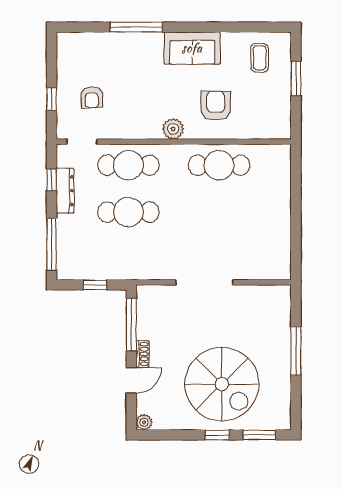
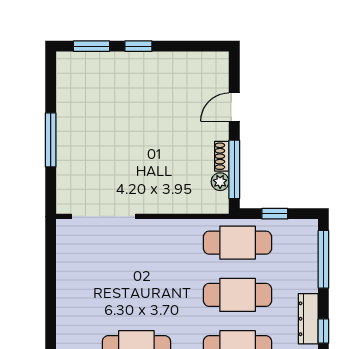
cafe table: (128, 259) -> (238, 243), added
doorway: (204, 282) -> (103, 216), moved
shoe rack: (143, 354) -> (222, 156), moved
spiral stairs: (222, 384) -> (133, 103), removed
plant: (144, 422) -> (220, 182), moved

